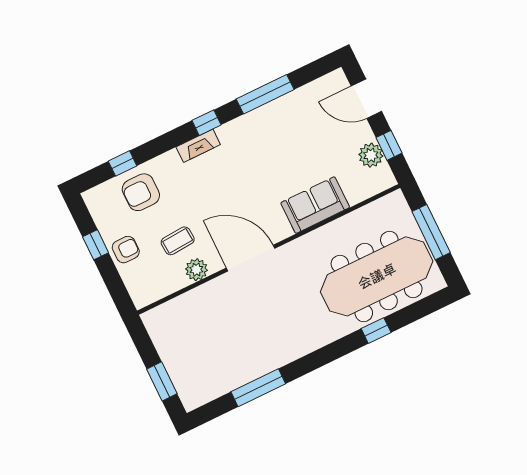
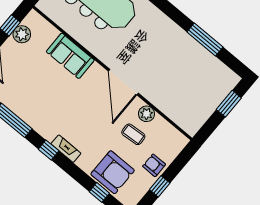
armchair: (141, 192) -> (113, 172), width x1.36, depth x1.36

